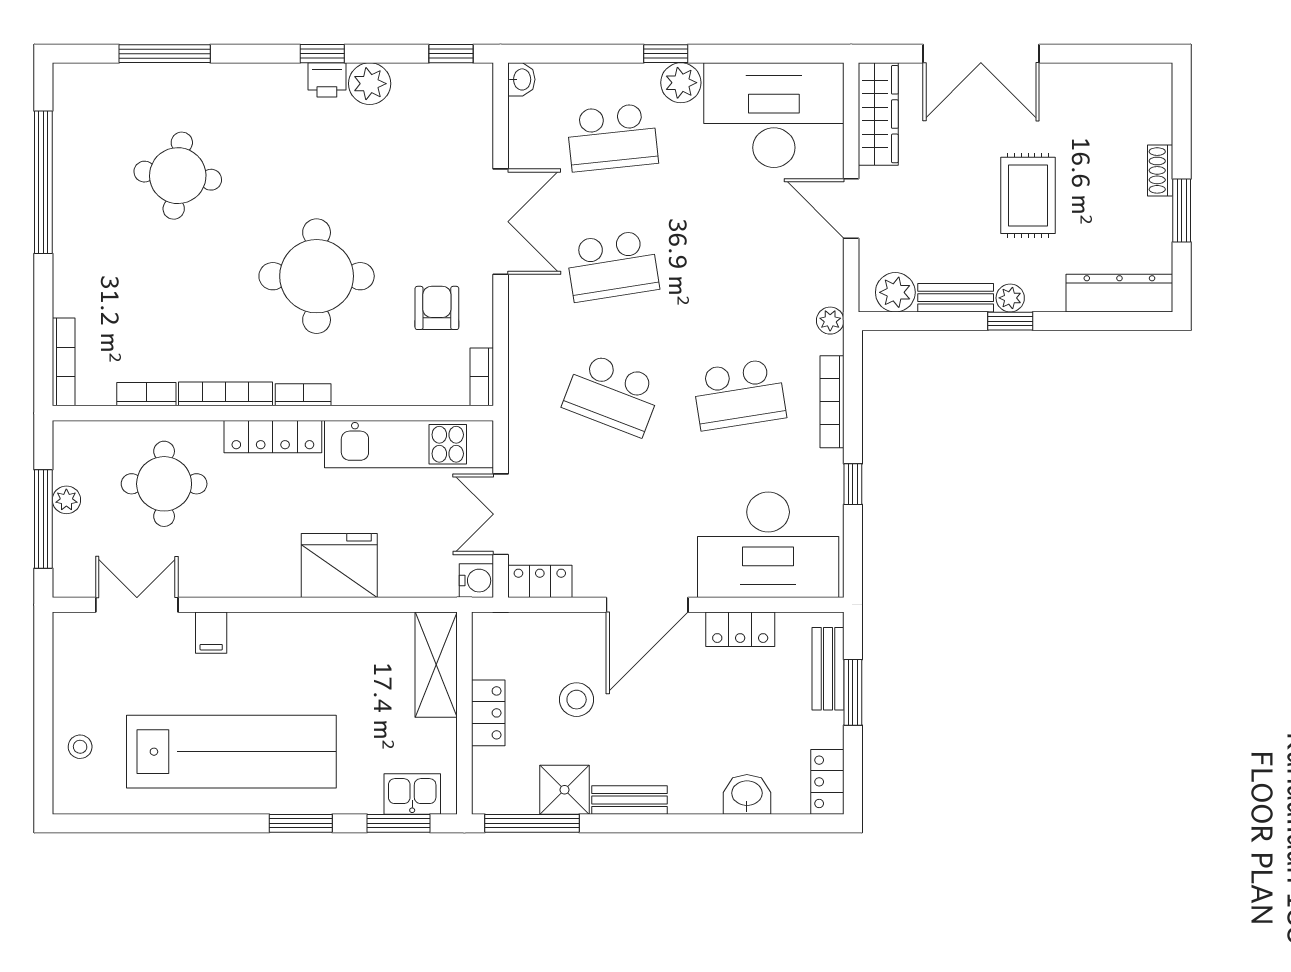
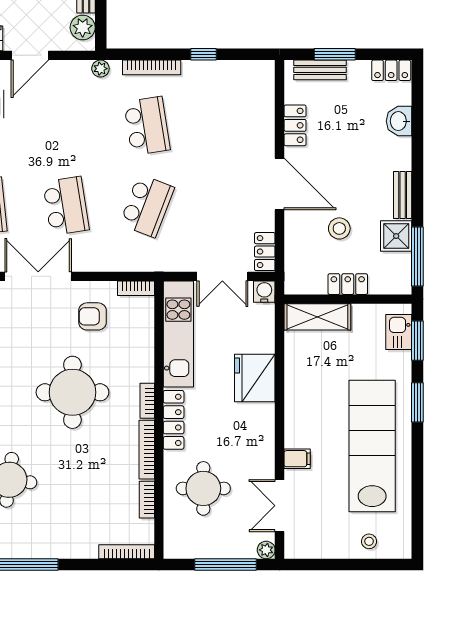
plant: (66, 500) -> (266, 550), moved
desk: (768, 545) -> (242, 108), removed

